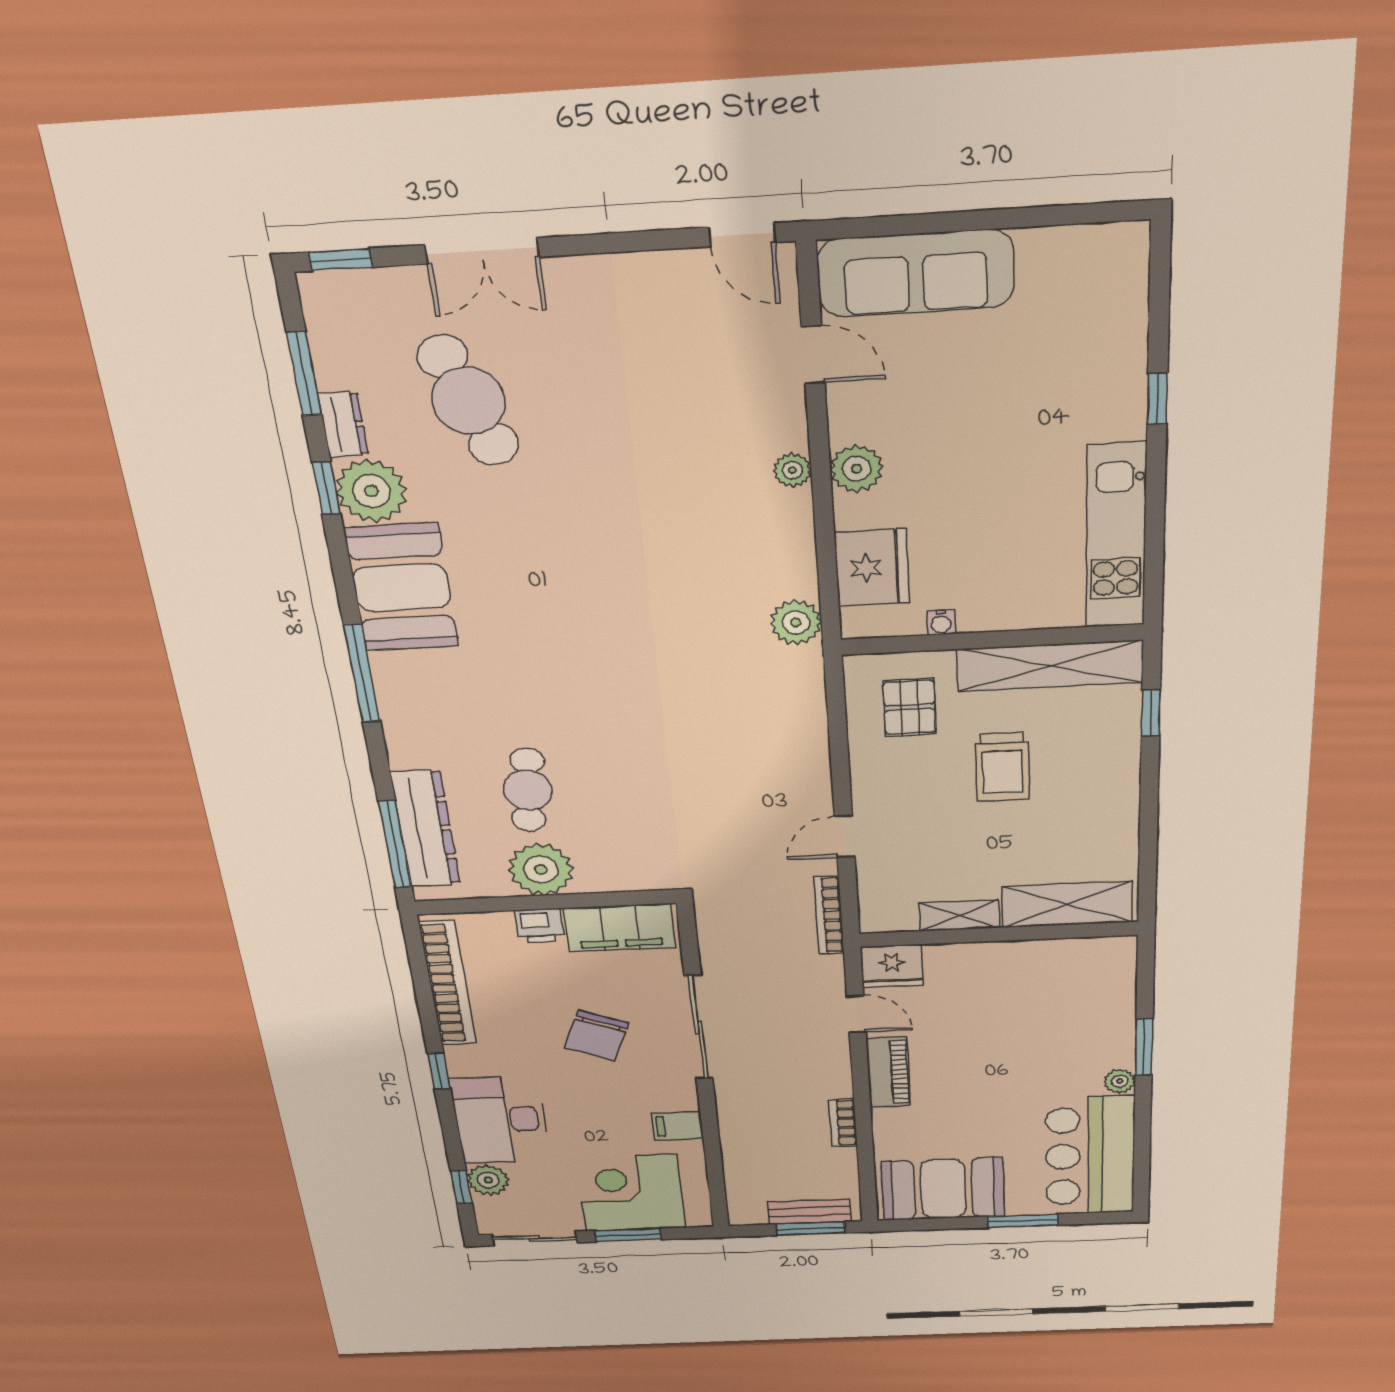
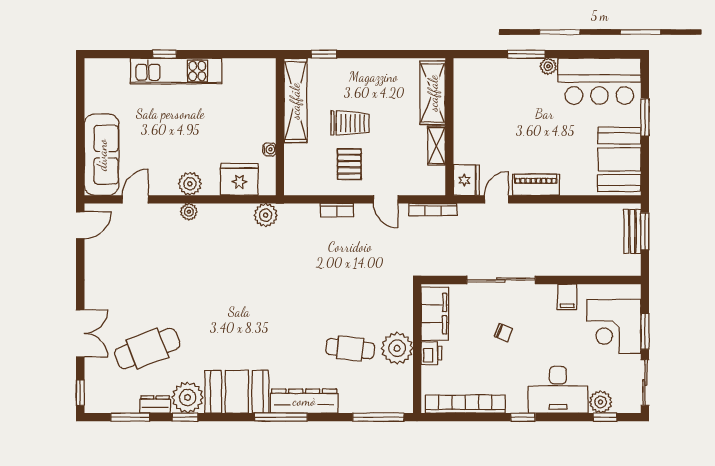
kitchen unit: (1116, 536) -> (176, 71), moved
pallet: (910, 707) -> (349, 164), moved, turned 90
dresser: (425, 829) -> (304, 401), moved
chair: (597, 1035) -> (503, 333), width x0.54, depth x0.54
bookcase: (843, 1123) -> (337, 210), moved

